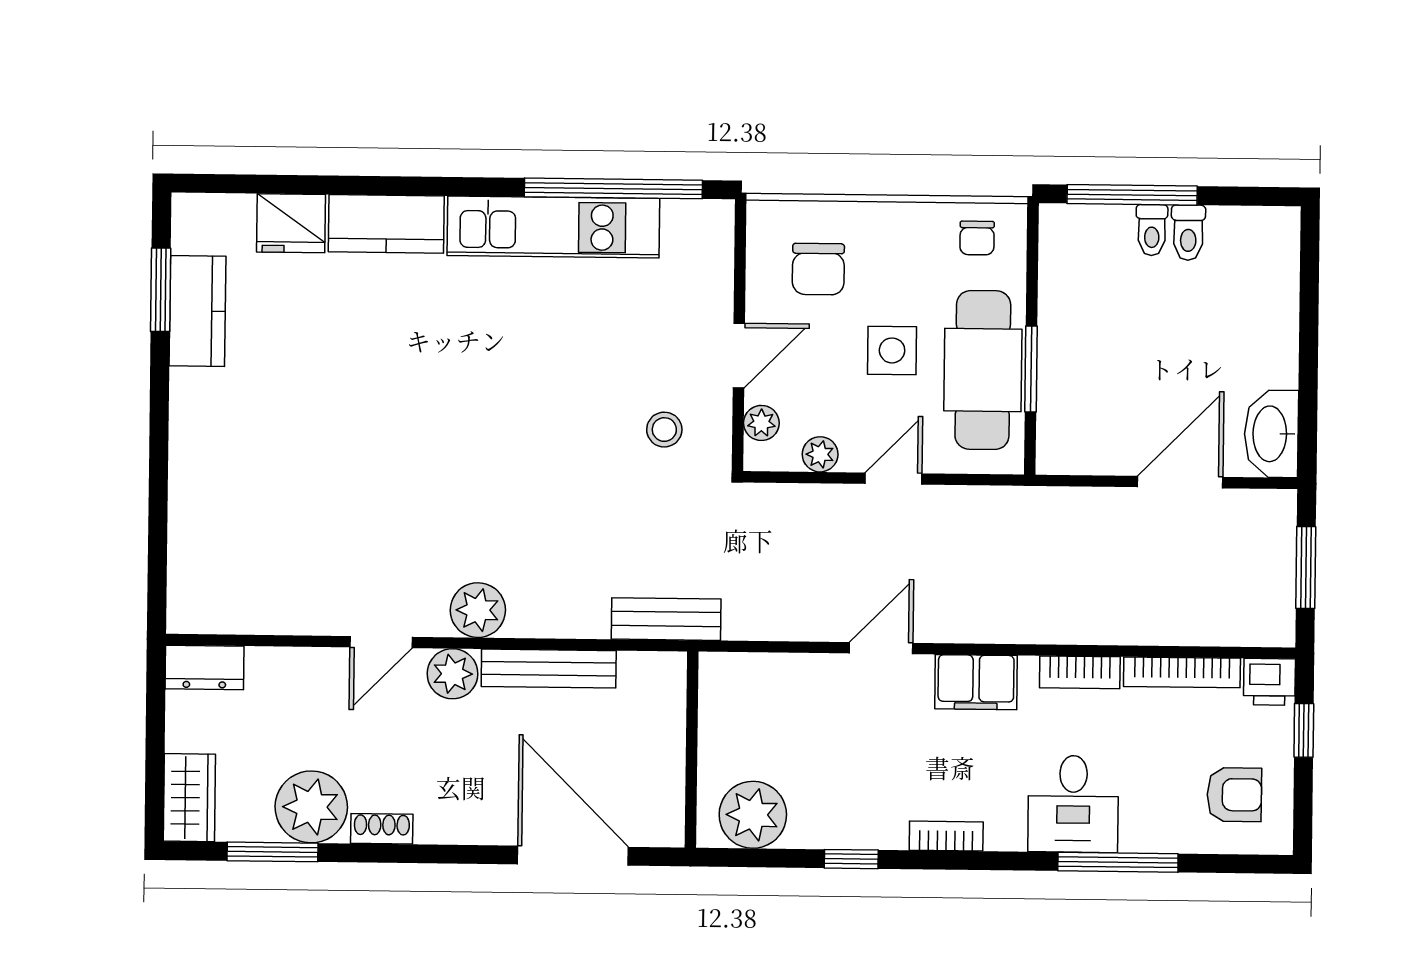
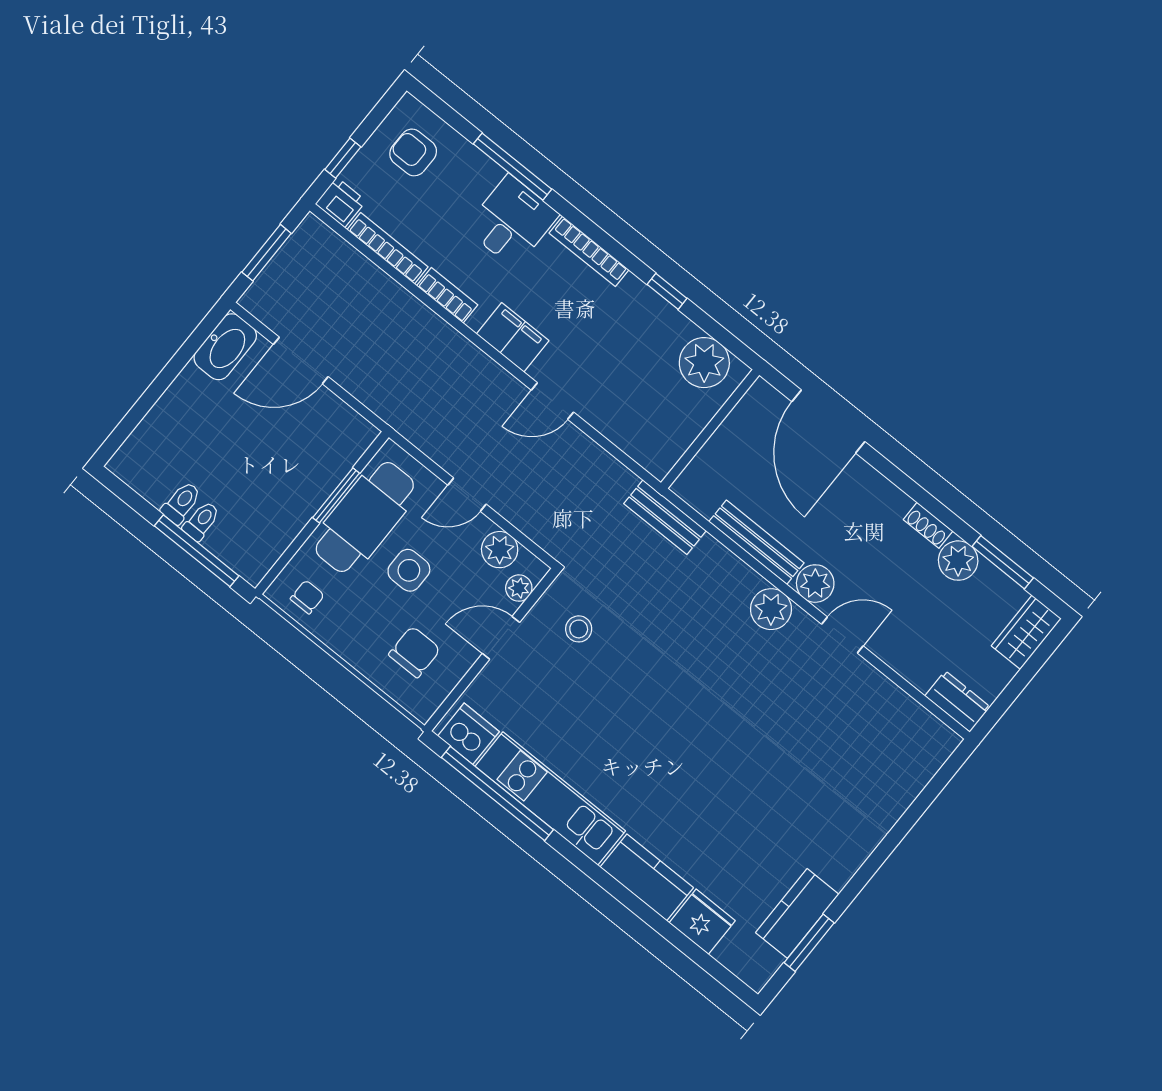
dishwasher: (694, 227) -> (468, 734), added
plant: (820, 454) -> (500, 550), width x1.38, depth x1.38
plant: (311, 807) -> (958, 561), width x0.73, depth x0.73
bookcase: (946, 836) -> (589, 251), width x1.56

